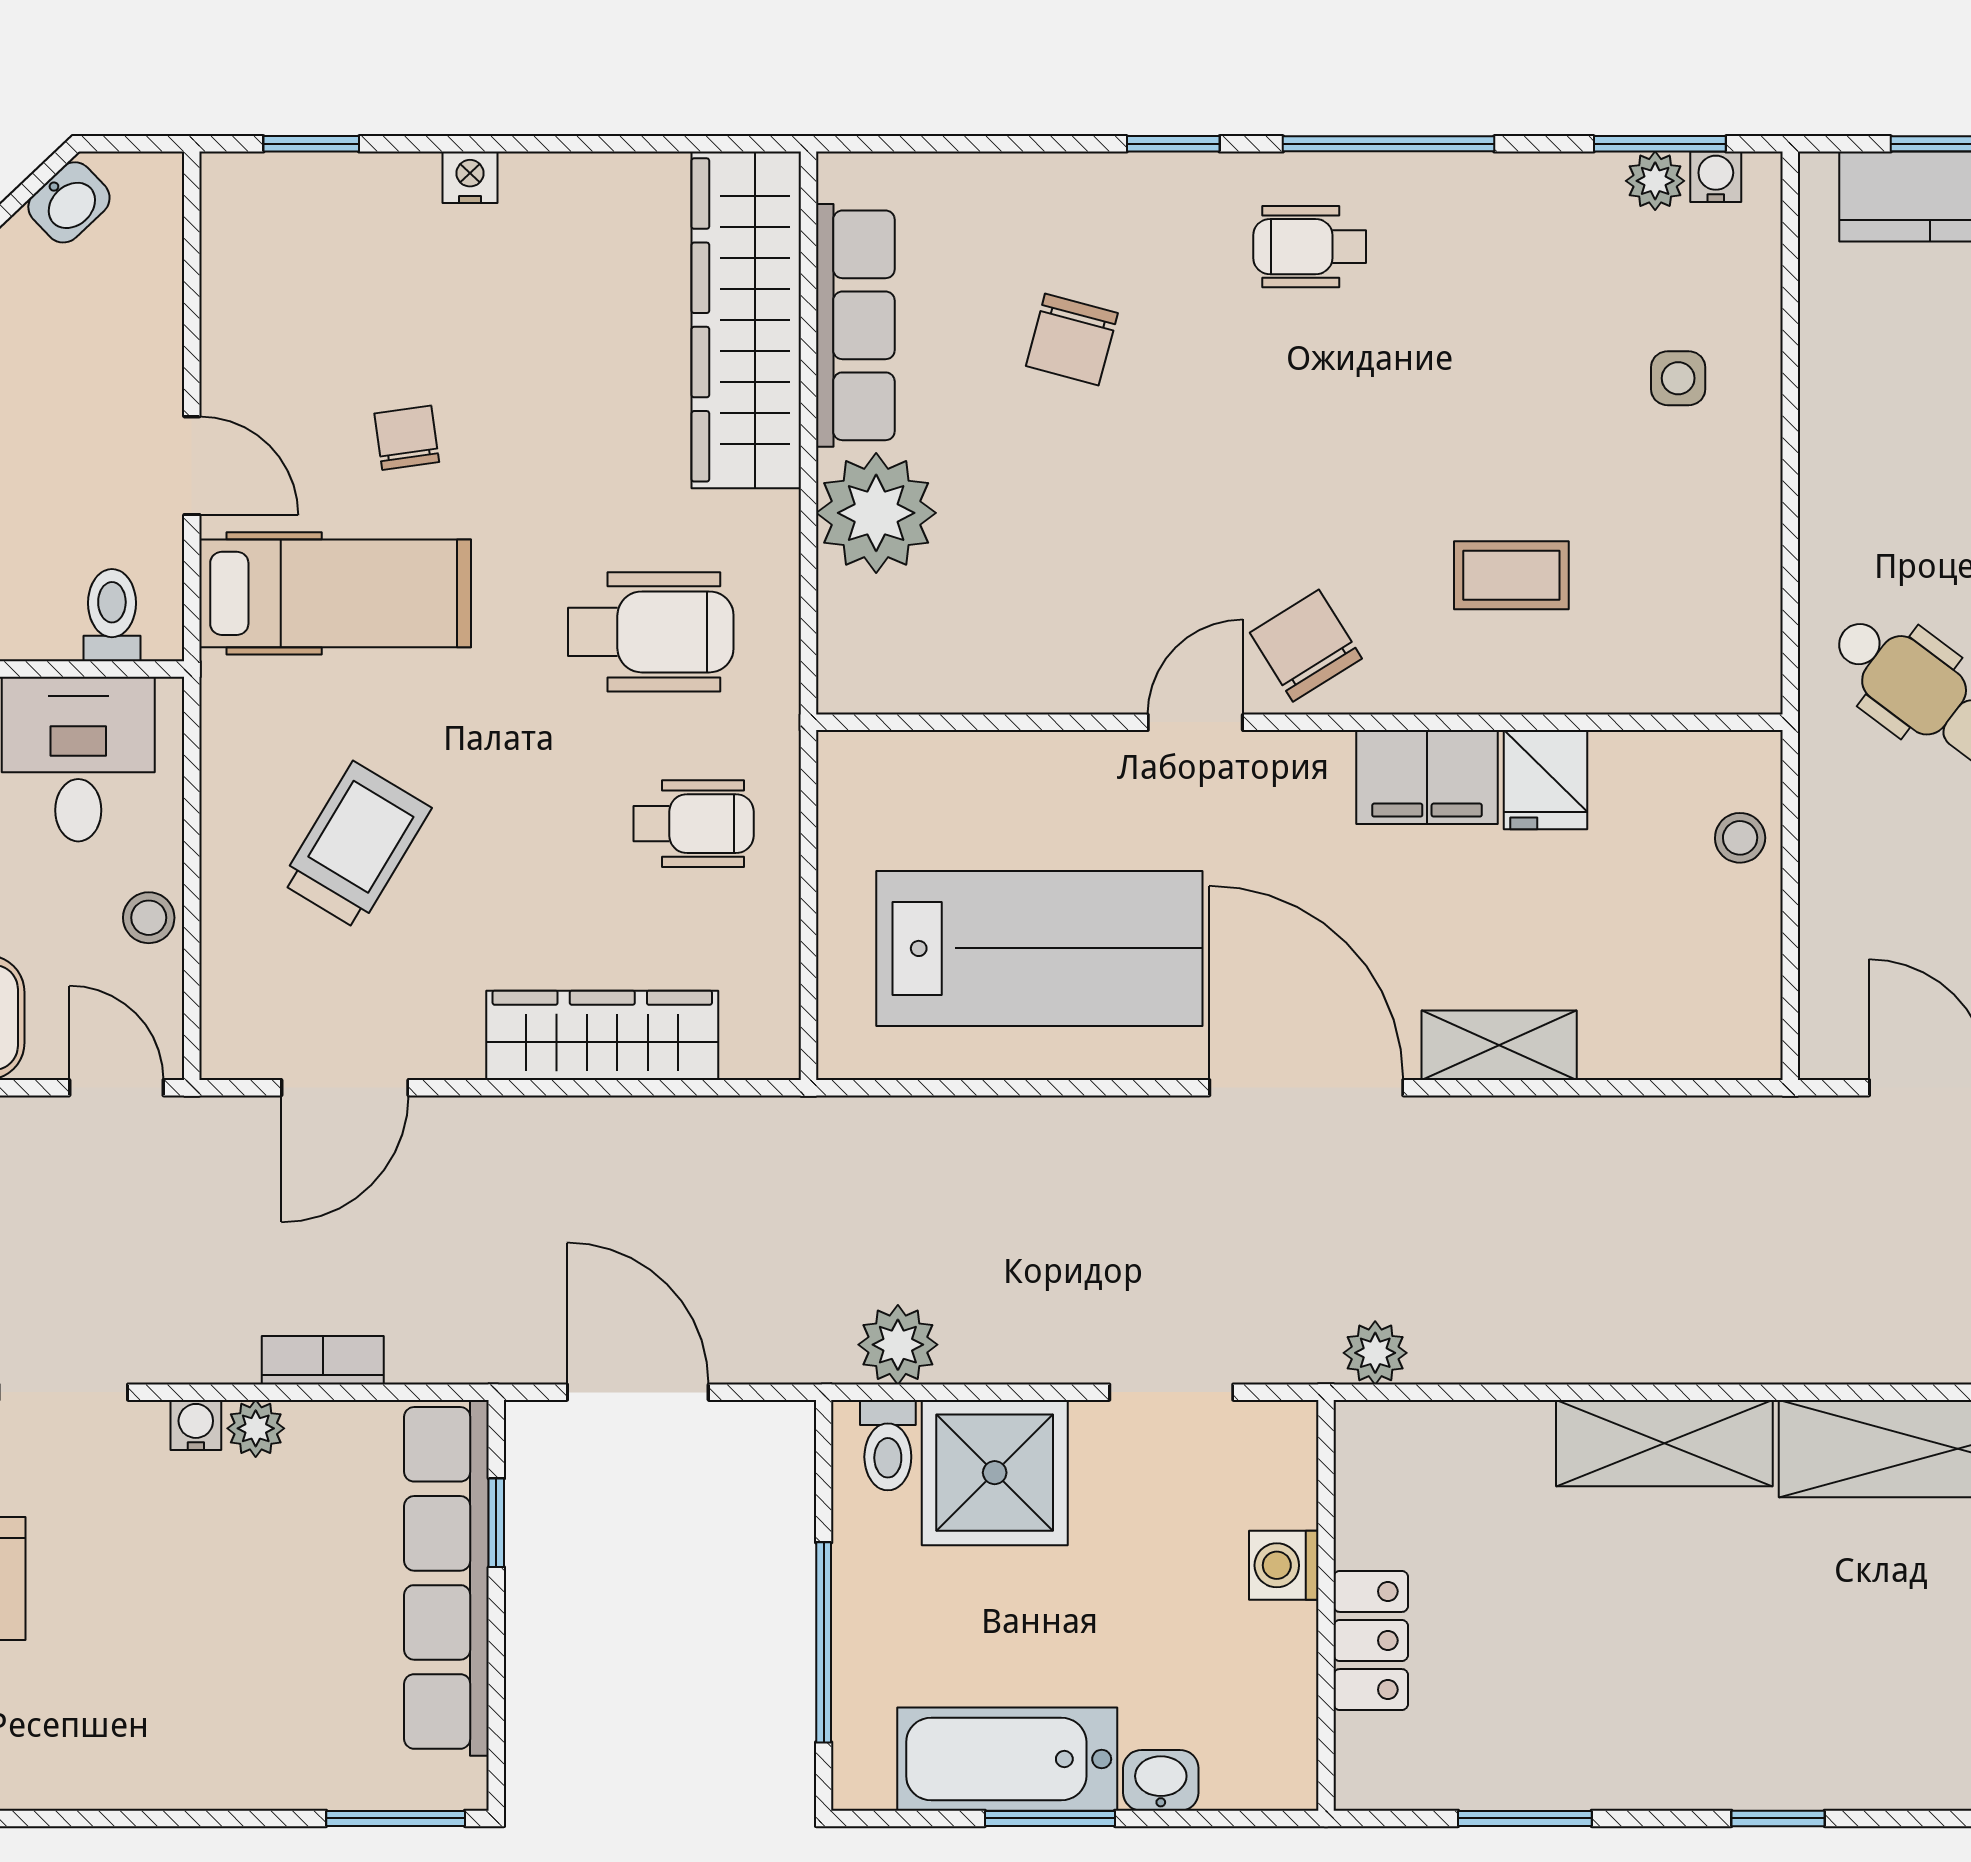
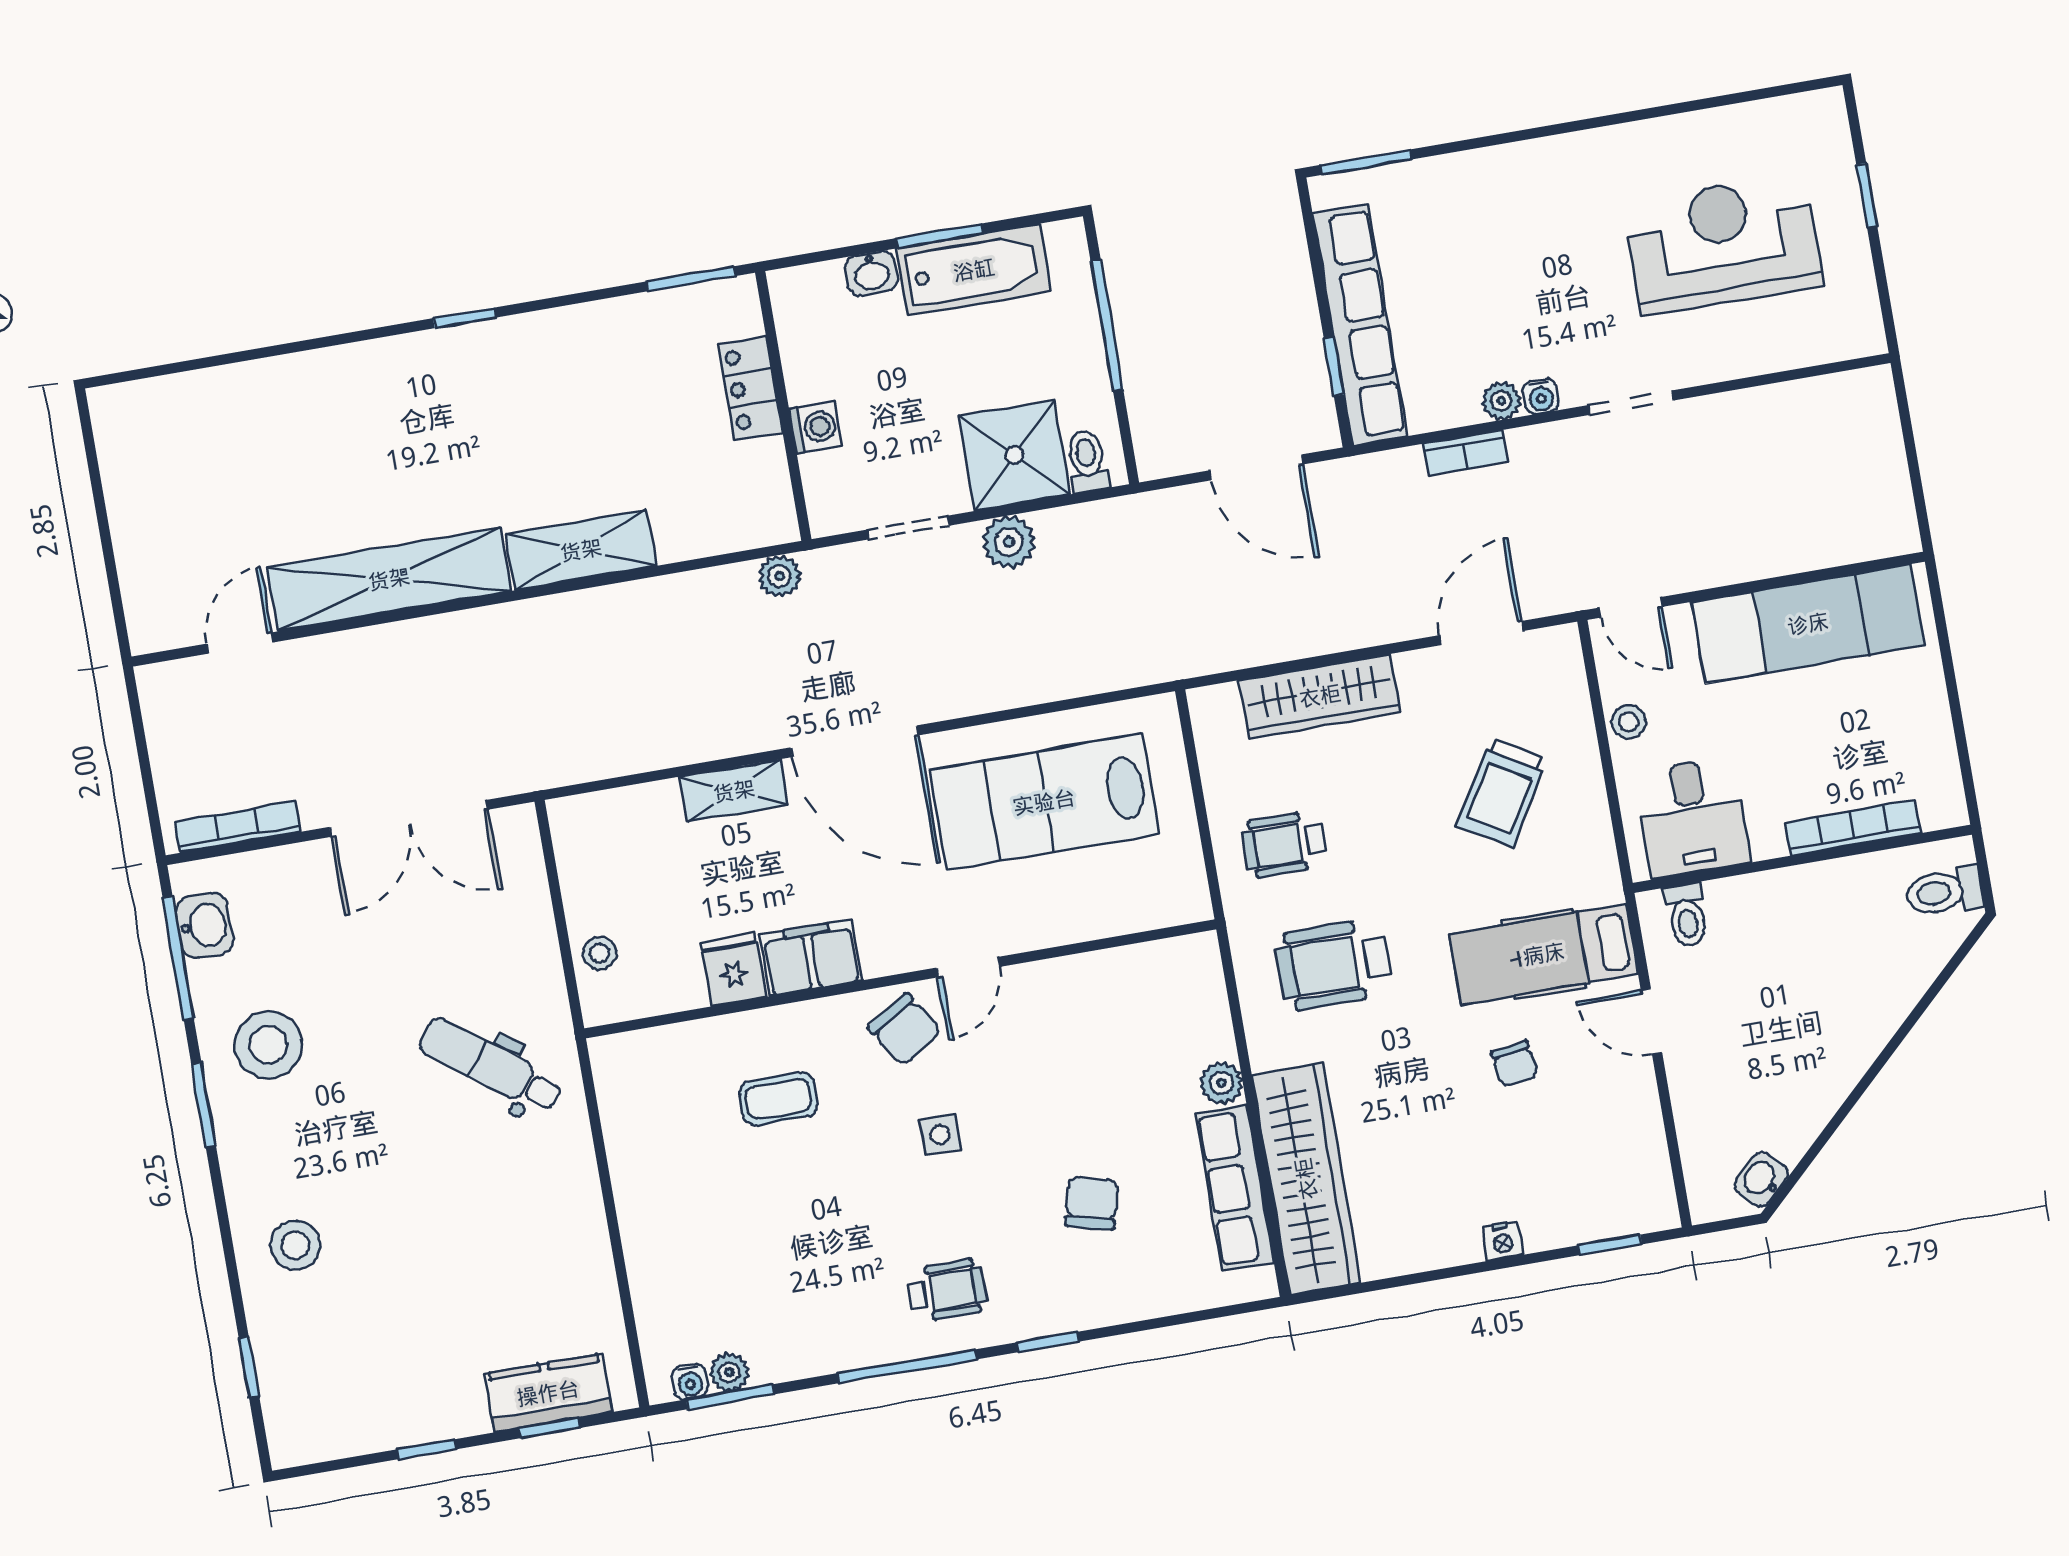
side table: (1678, 378) -> (940, 1135), moved
plant: (876, 513) -> (1221, 1083), width x0.53, depth x0.53
plant: (898, 1345) -> (1009, 542), moved
window: (1525, 1818) -> (691, 279), moved

